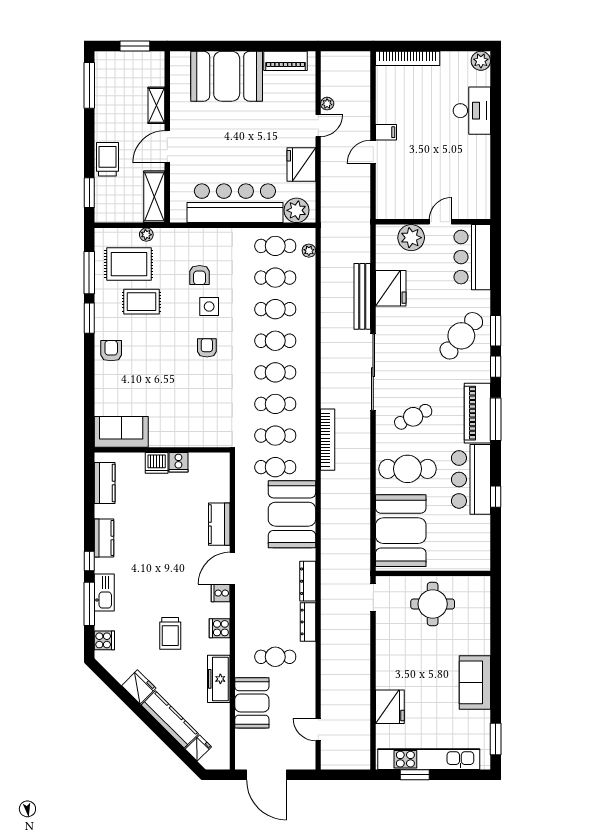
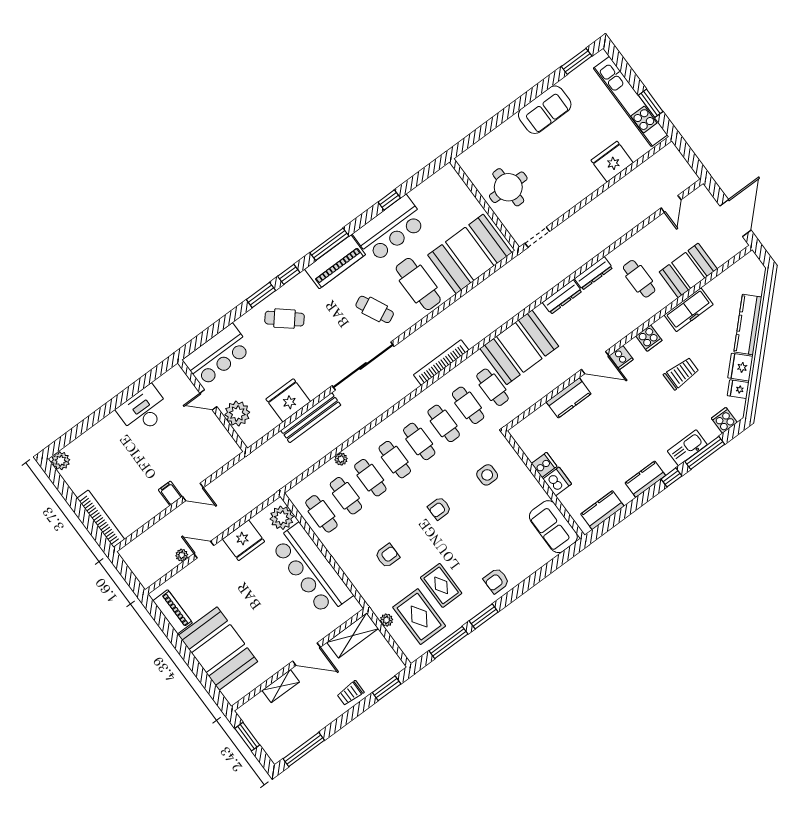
desk: (472, 111) -> (144, 410), moved
trolley: (107, 159) -> (350, 693), width x0.73, depth x0.72
plant: (309, 251) -> (341, 459), moved
side table: (209, 307) -> (487, 475), moved
cafe table: (461, 336) -> (284, 319), width x0.73, depth x0.74
fridge: (198, 748) -> (738, 389), moved

